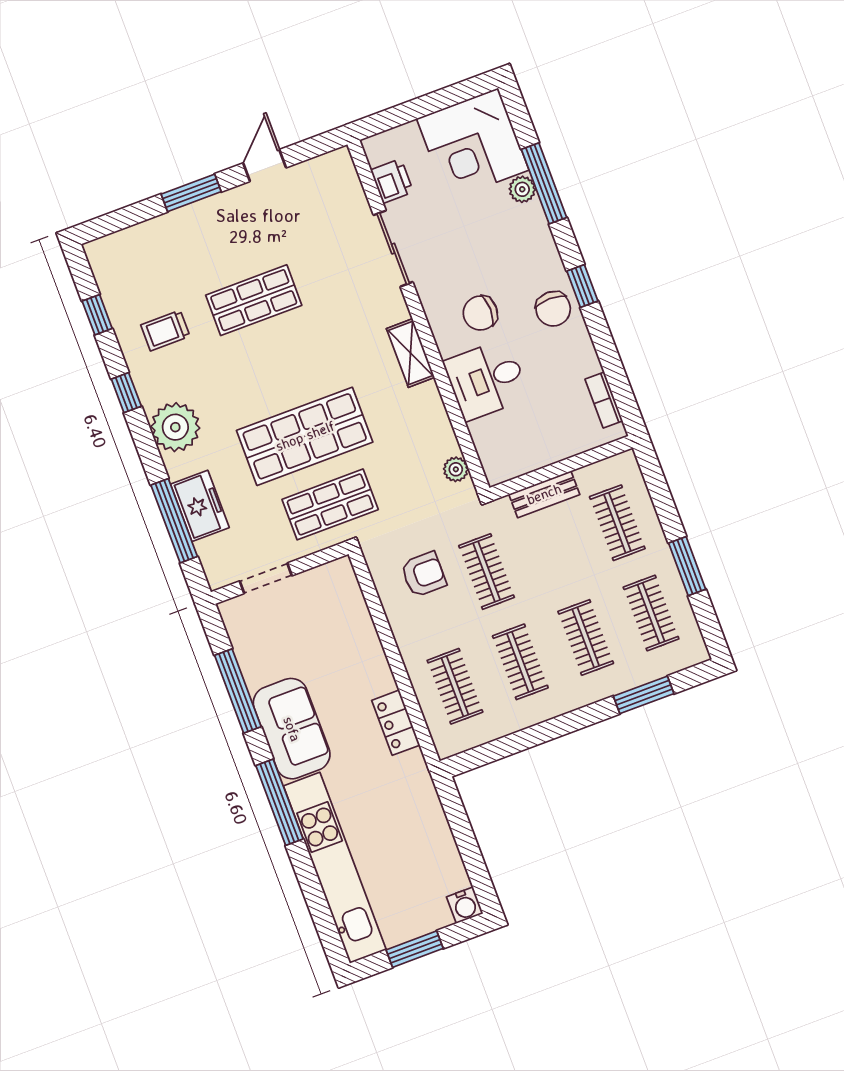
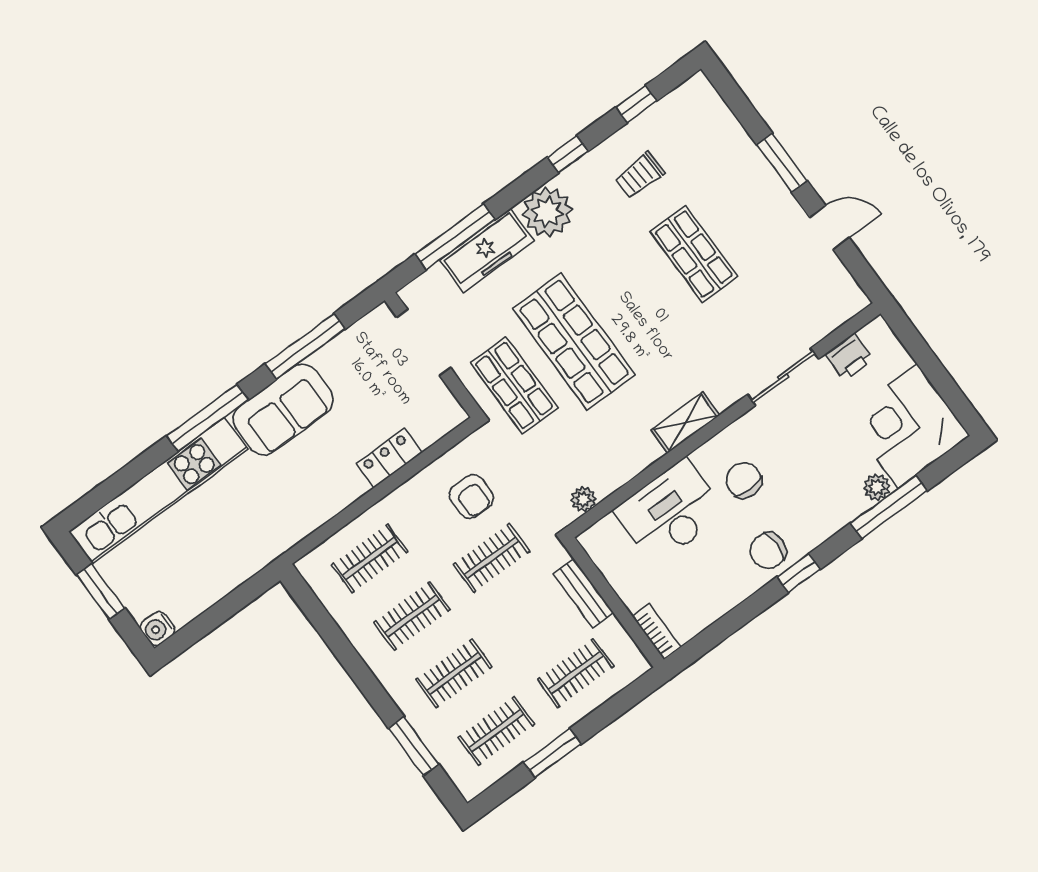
trolley: (165, 330) -> (640, 175), turned -92
desk: (486, 380) -> (670, 512), width x1.37
bookcase: (604, 400) -> (657, 632), moved, turned 90
freezer: (200, 506) -> (487, 250), width x1.40
doorway: (266, 578) -> (424, 343), width x1.38
locker: (396, 723) -> (389, 458), moved

